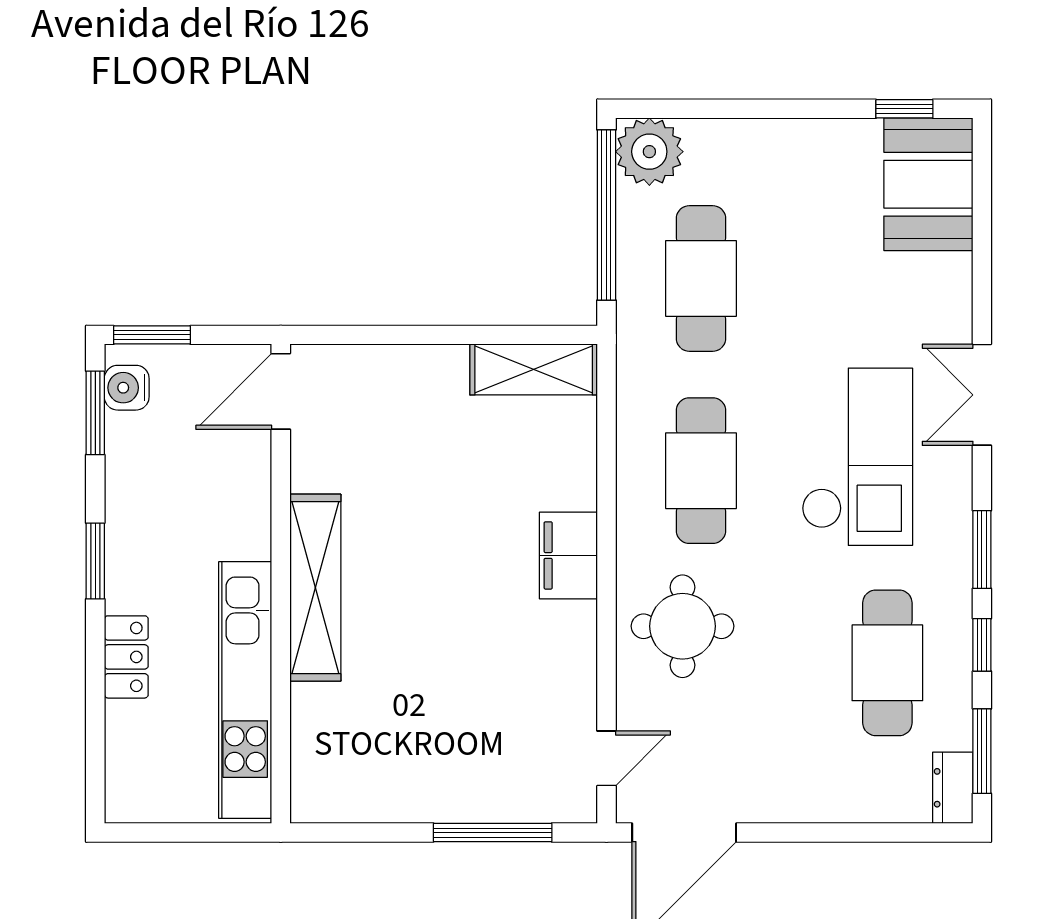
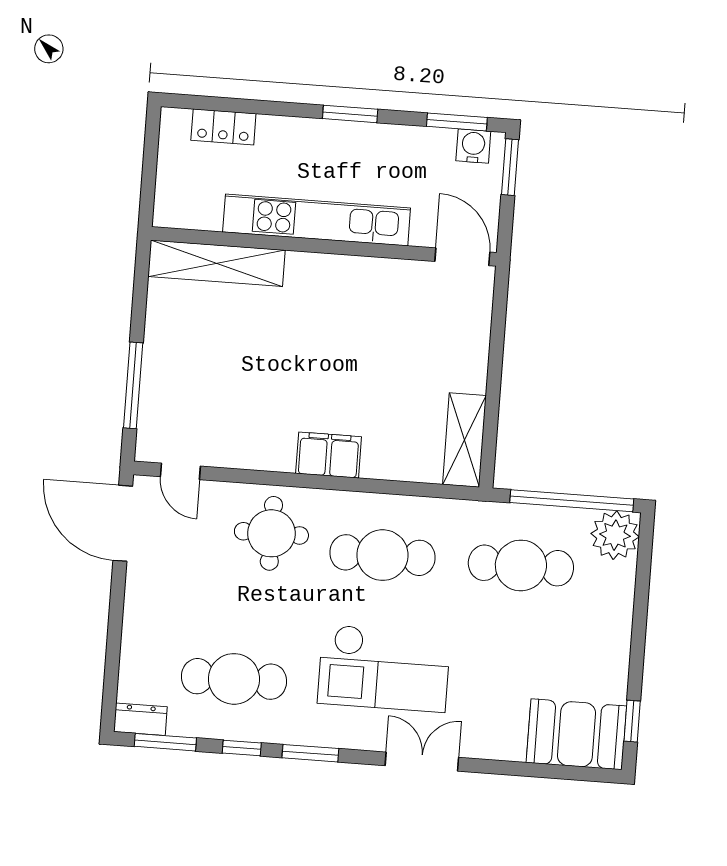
shelving: (315, 588) -> (217, 263), moved
locker: (126, 657) -> (223, 127), moved
kitchen unit: (245, 690) -> (317, 220), moved

